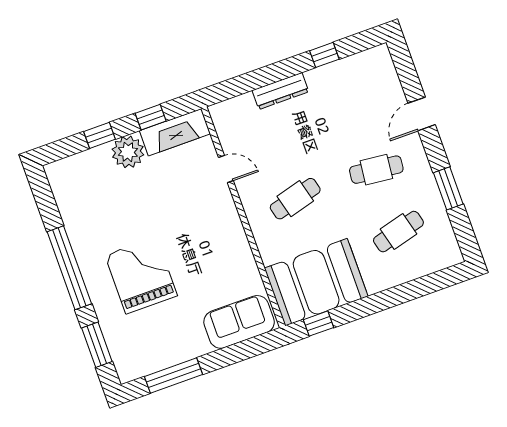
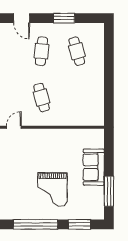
grand piano: (141, 275) -> (52, 189), turned -90
booth: (316, 282) -> (88, 102), removed
sofa: (239, 322) -> (94, 167), moved
window: (319, 324) -> (109, 108), removed

